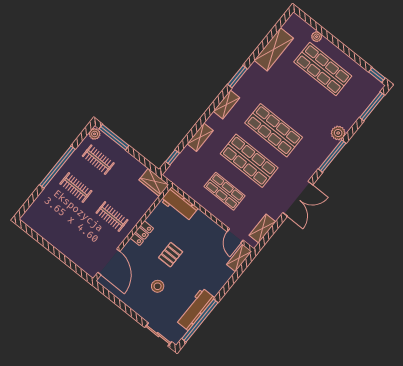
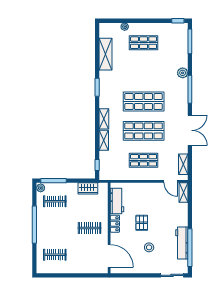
shop shelf: (323, 69) -> (144, 43), width x0.70, depth x0.74
shelving: (226, 104) -> (104, 119), moved
wardrobe: (154, 182) -> (88, 188), moved
clothes rail: (76, 187) -> (55, 255), moved
workbench: (179, 204) -> (117, 201), moved, turned -90

